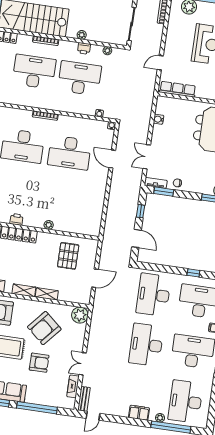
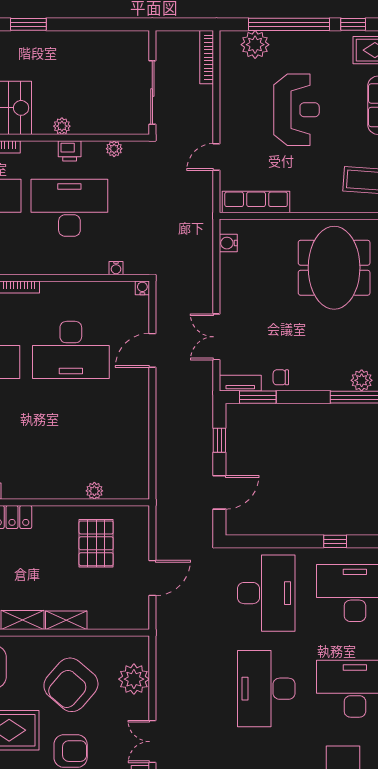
water cooler: (158, 119) -> (228, 243), moved
door: (112, 159) -> (152, 350), hinge flipped
plant: (49, 225) -> (94, 491), moved
door: (137, 238) -> (219, 492), hinge flipped
desk: (153, 295) -> (266, 593), turned 180
plant: (80, 315) -> (134, 679), moved

